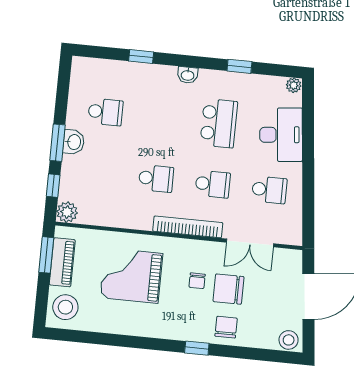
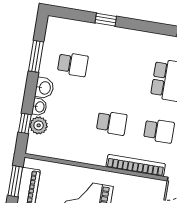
washbasin: (188, 75) -> (39, 107), moved, turned -90
window: (57, 143) -> (36, 56), moved
plant: (67, 212) -> (39, 125), moved

